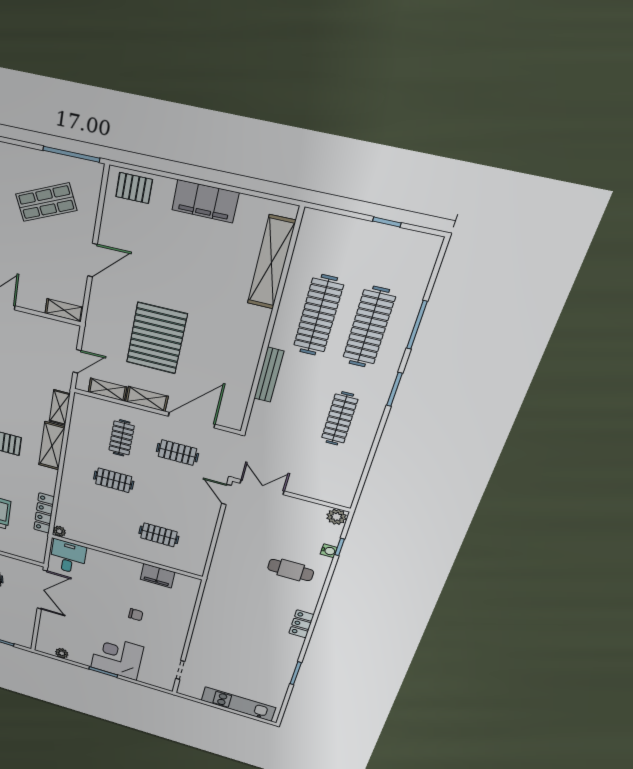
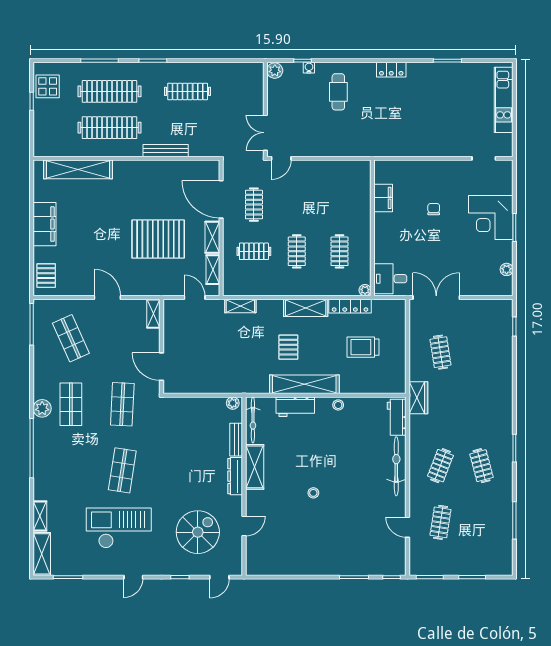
display table: (402, 249) -> (48, 86), added
shelving: (52, 446) -> (306, 308), moved
clothes rail: (159, 535) -> (340, 251), moved

